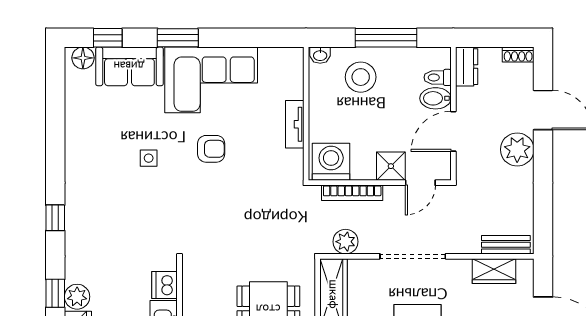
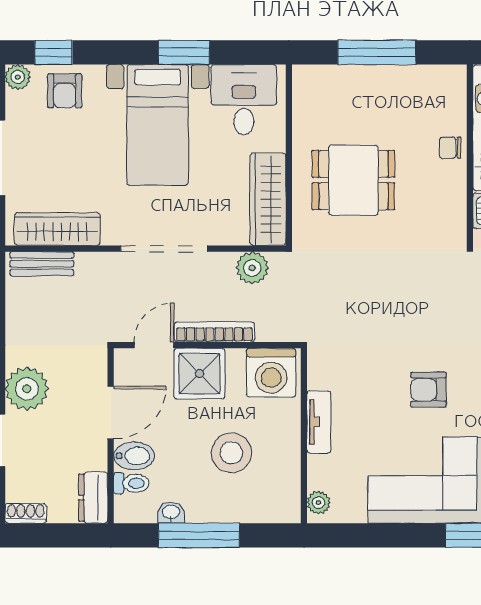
washbasin: (320, 55) -> (171, 513), moved
plant: (295, 63) -> (319, 503), added
stool: (361, 77) -> (231, 453), moved
shower: (391, 166) -> (199, 374), width x1.36, depth x1.36
bookcase: (352, 193) -> (214, 332), moved
wardrobe: (494, 271) -> (57, 229), width x1.50

